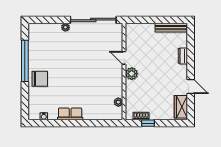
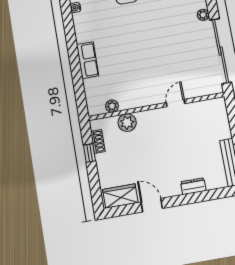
plant: (132, 74) -> (127, 123), moved
door: (191, 86) -> (152, 205), swing flipped
row of seats: (70, 114) -> (88, 60), moved

